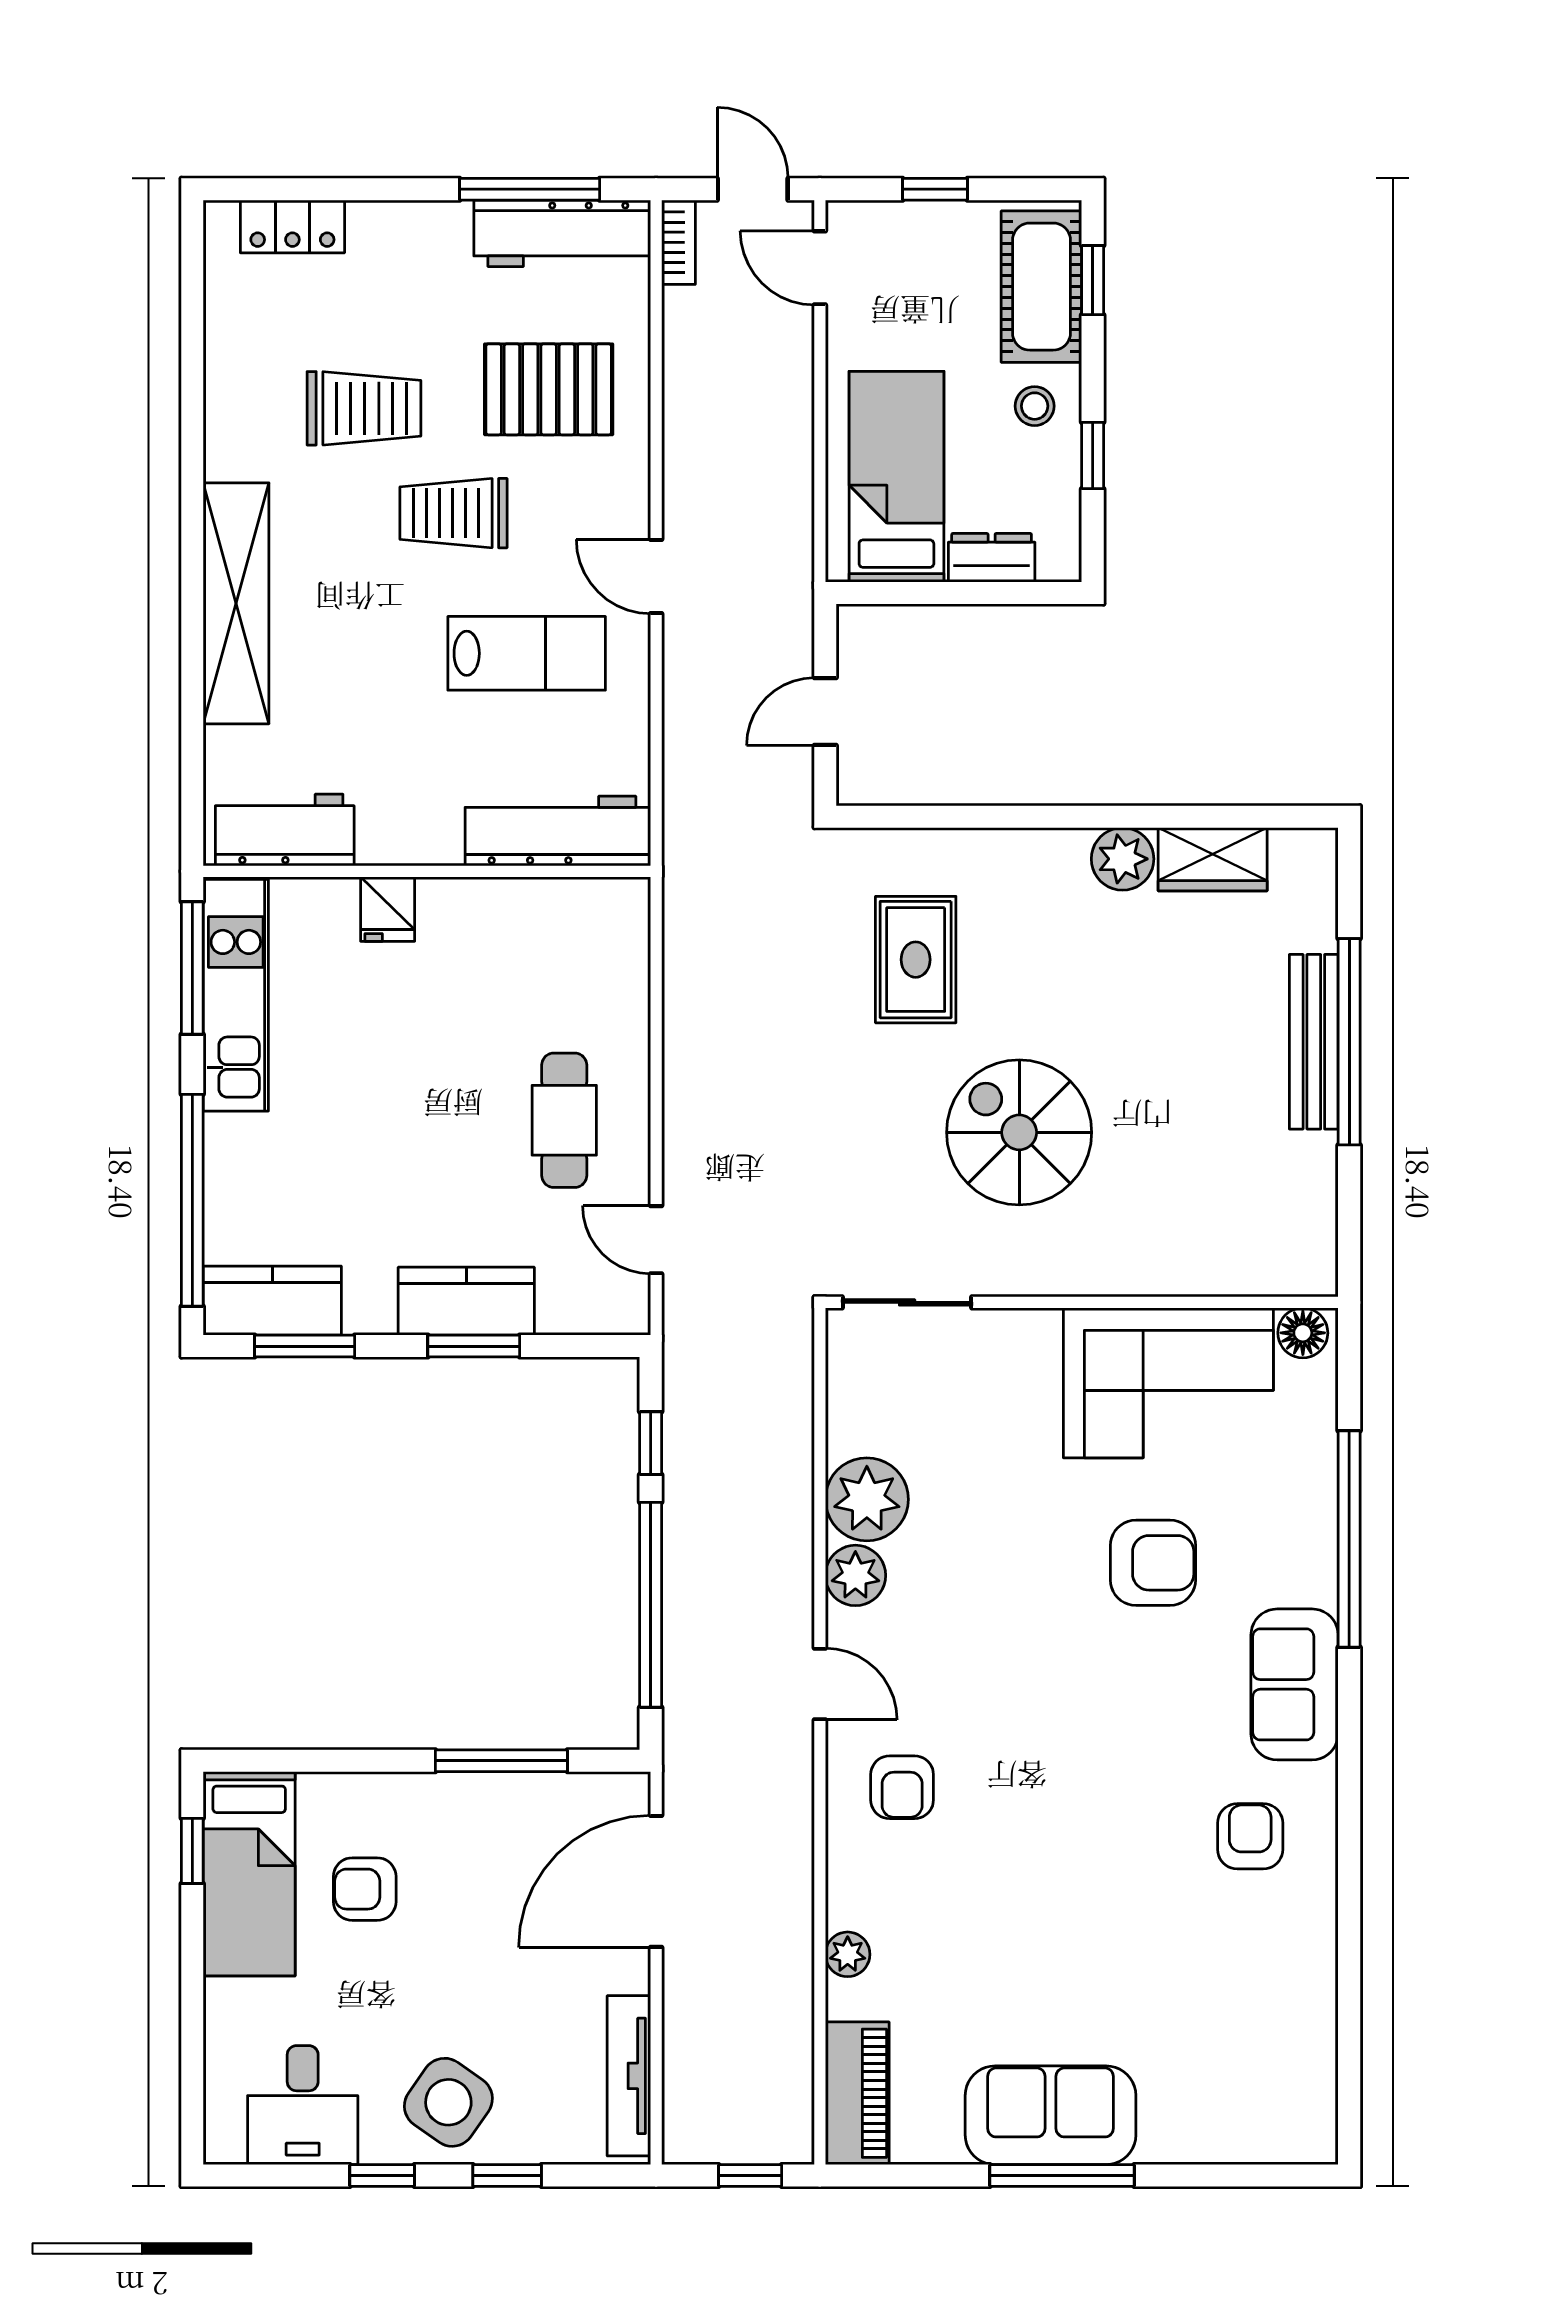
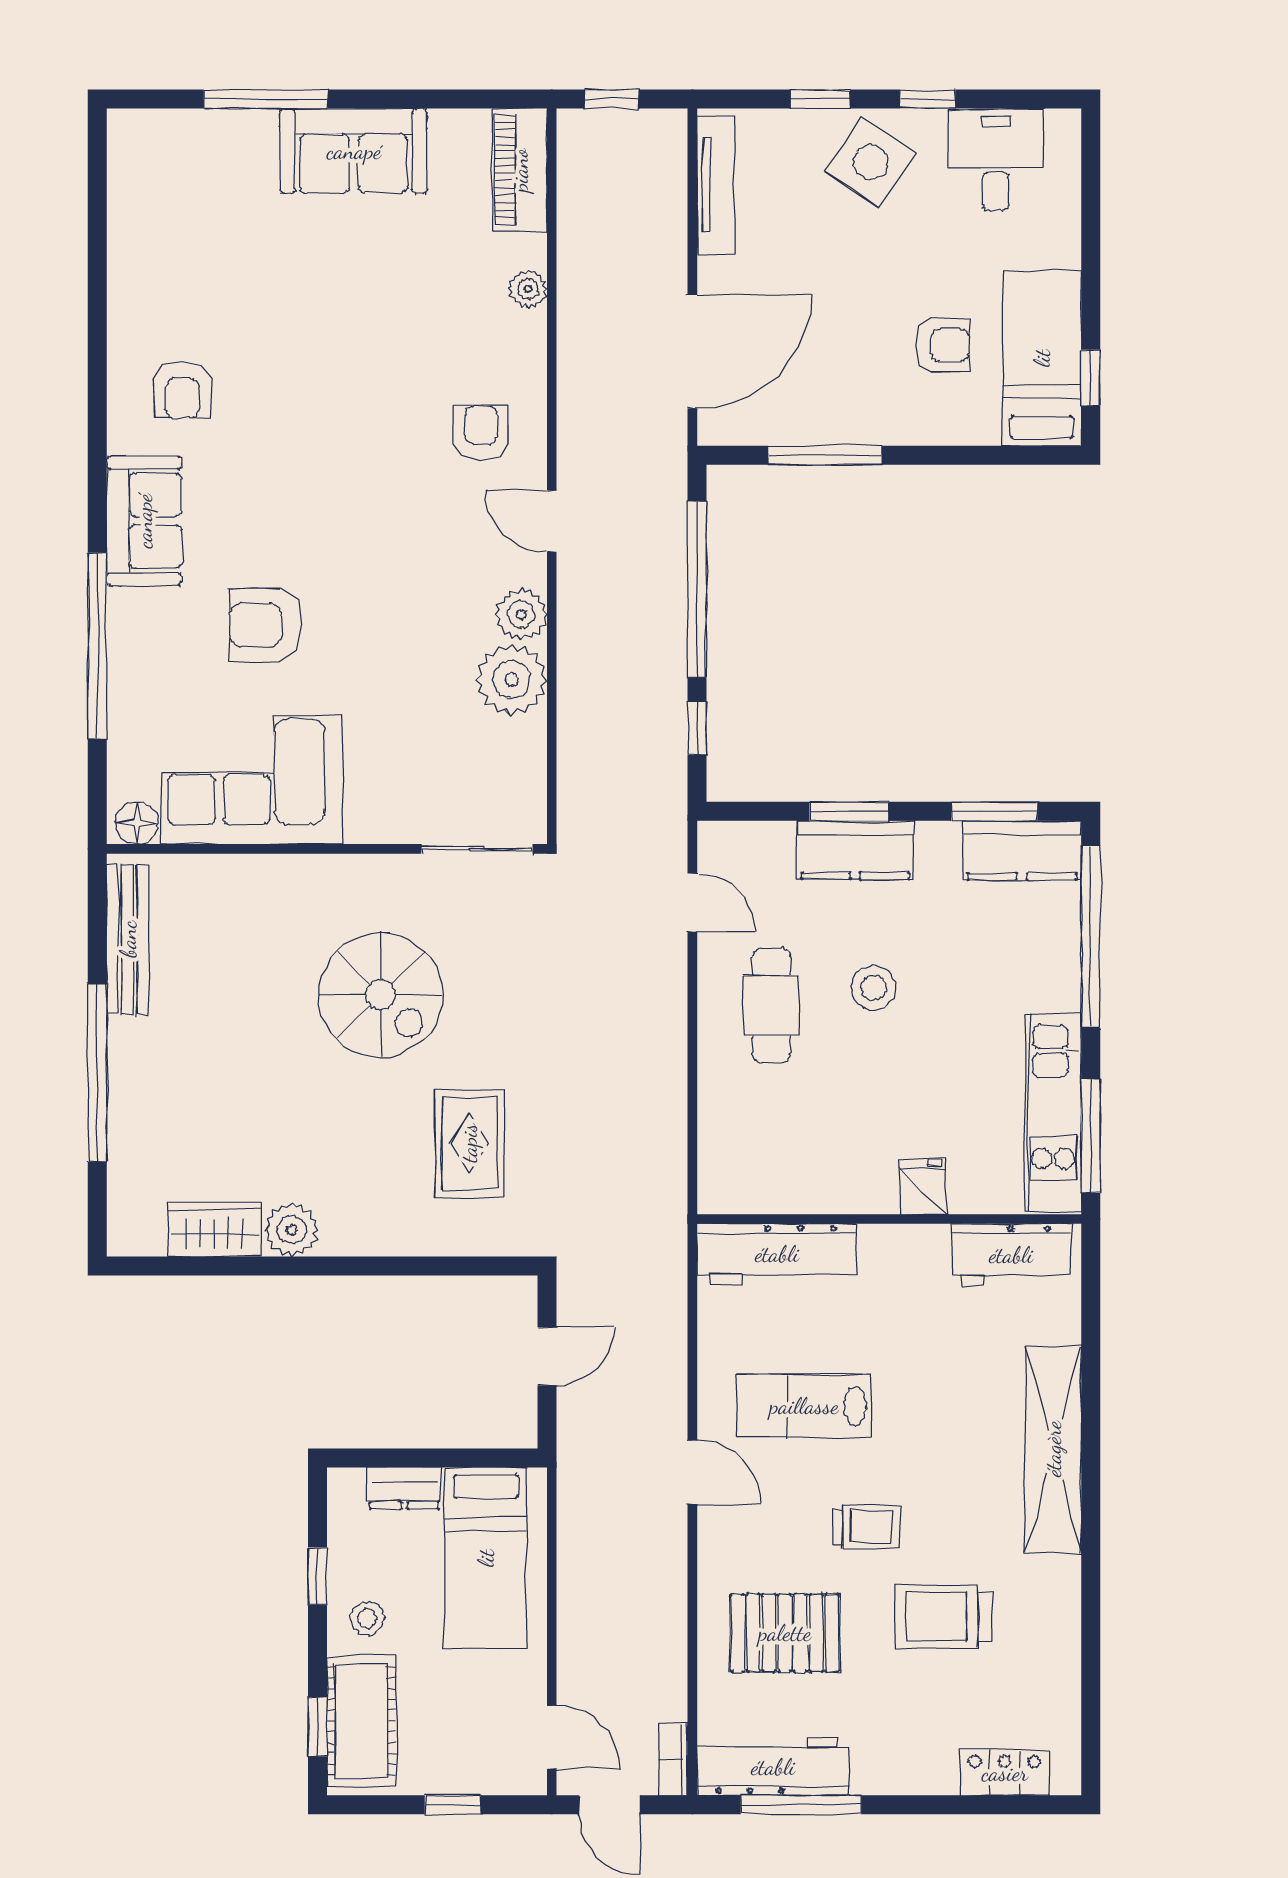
trolley: (454, 513) -> (866, 1527), width x0.73, depth x0.72
bench: (1314, 1042) -> (128, 939), moved
stool: (445, 1141) -> (874, 988), added
window: (1062, 2176) -> (266, 99), moved

